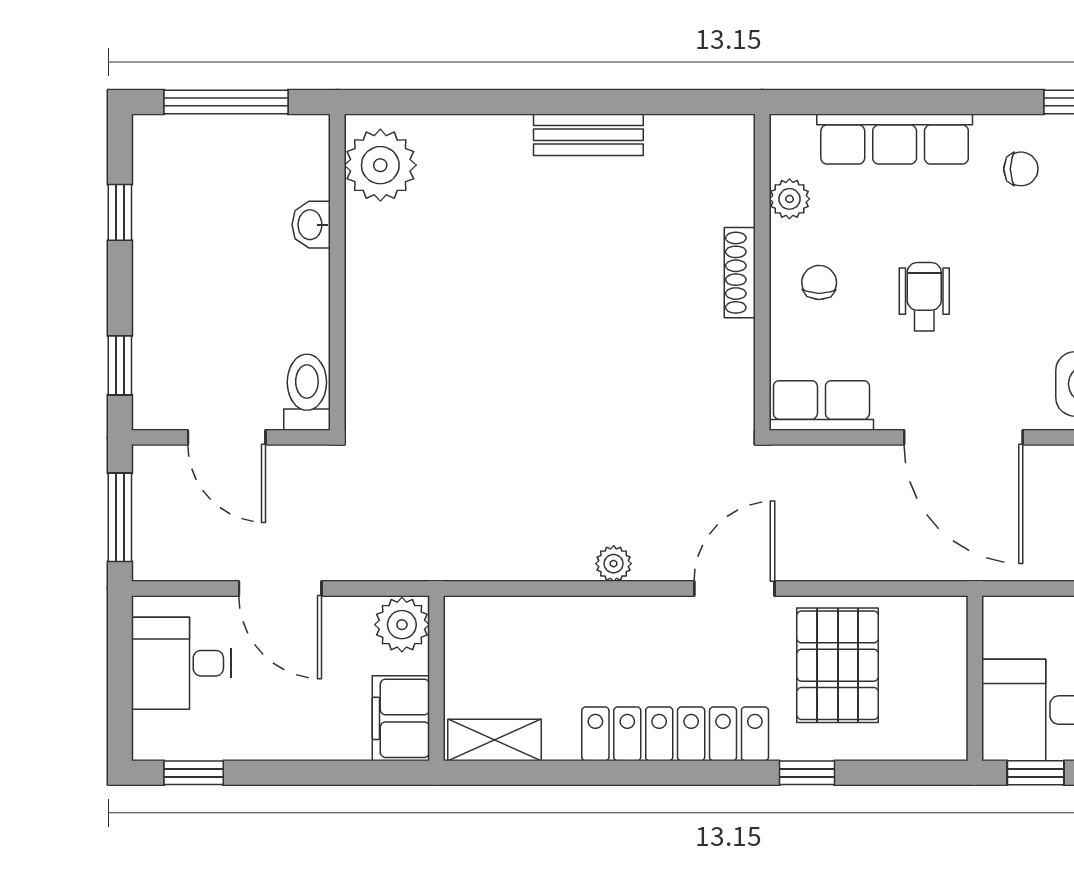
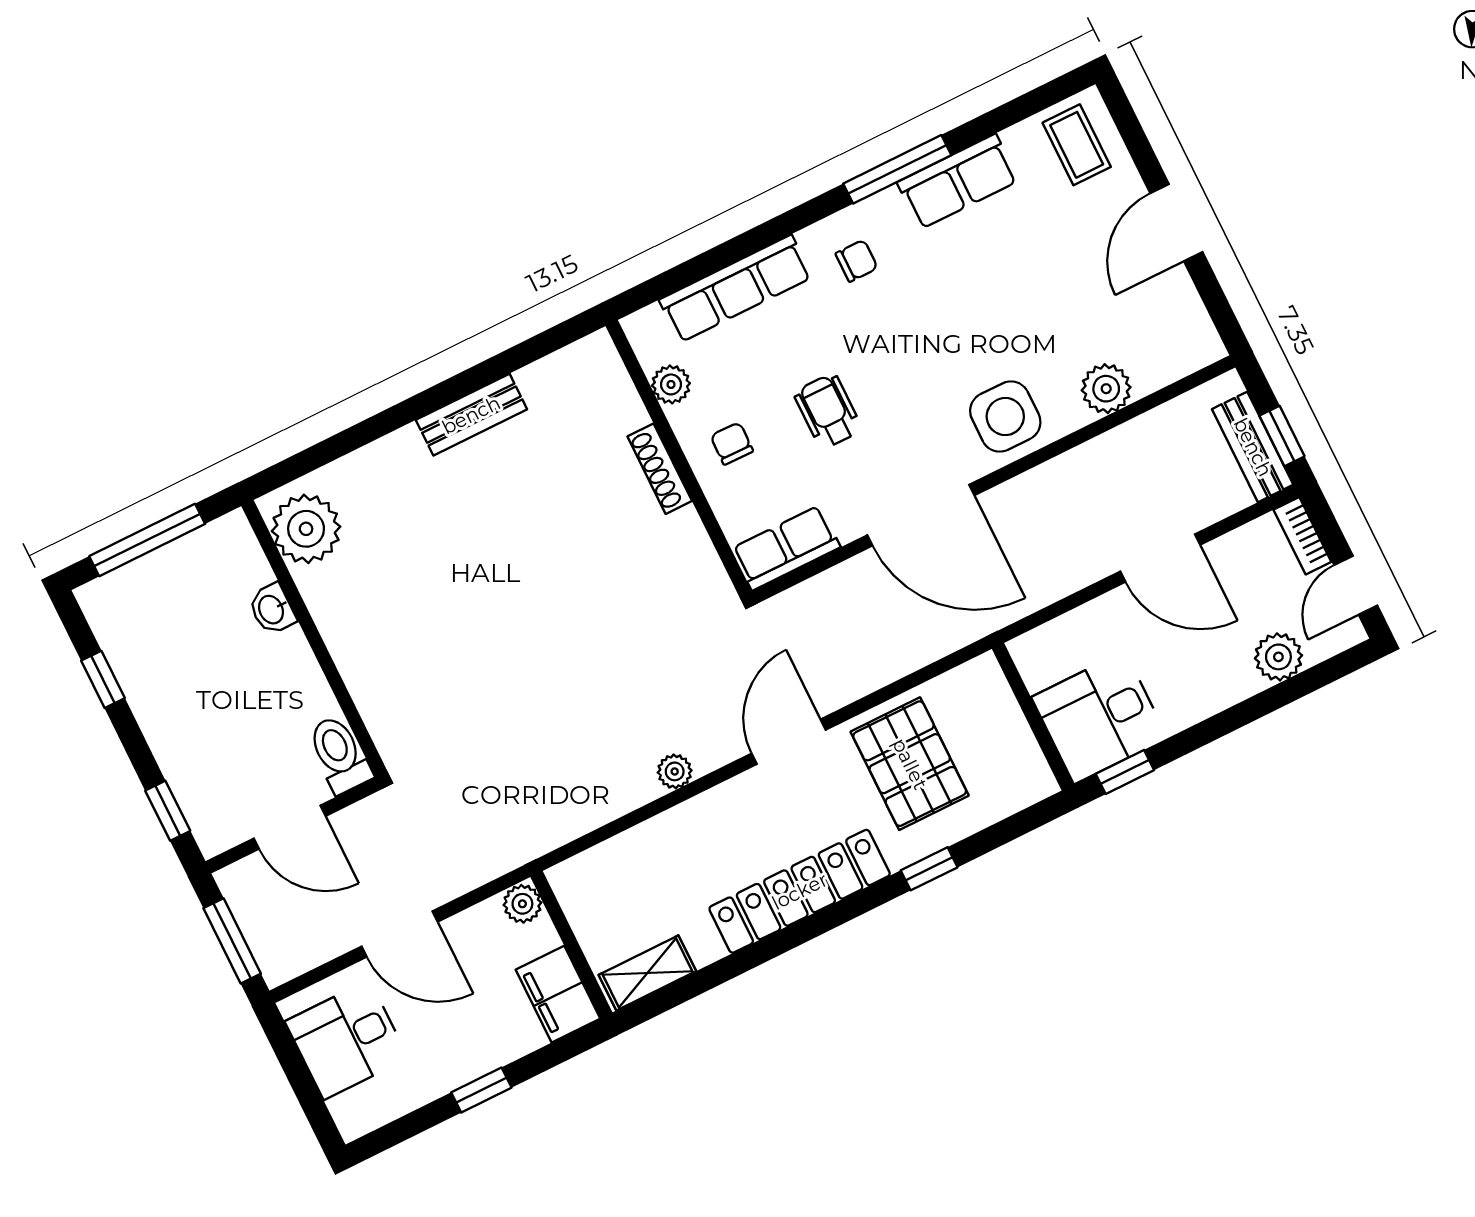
plant: (402, 625) -> (522, 904), width x0.73, depth x0.73
window: (194, 773) -> (481, 1090), moved

